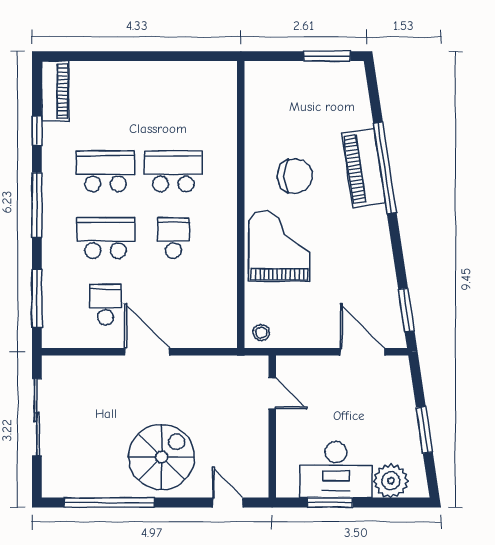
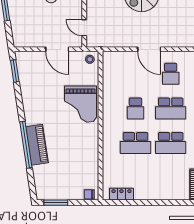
locker: (200, 73) -> (121, 194), added
chair: (295, 176) -> (89, 194), moved, width x0.54, depth x0.54
door: (362, 352) -> (57, 49), moved

